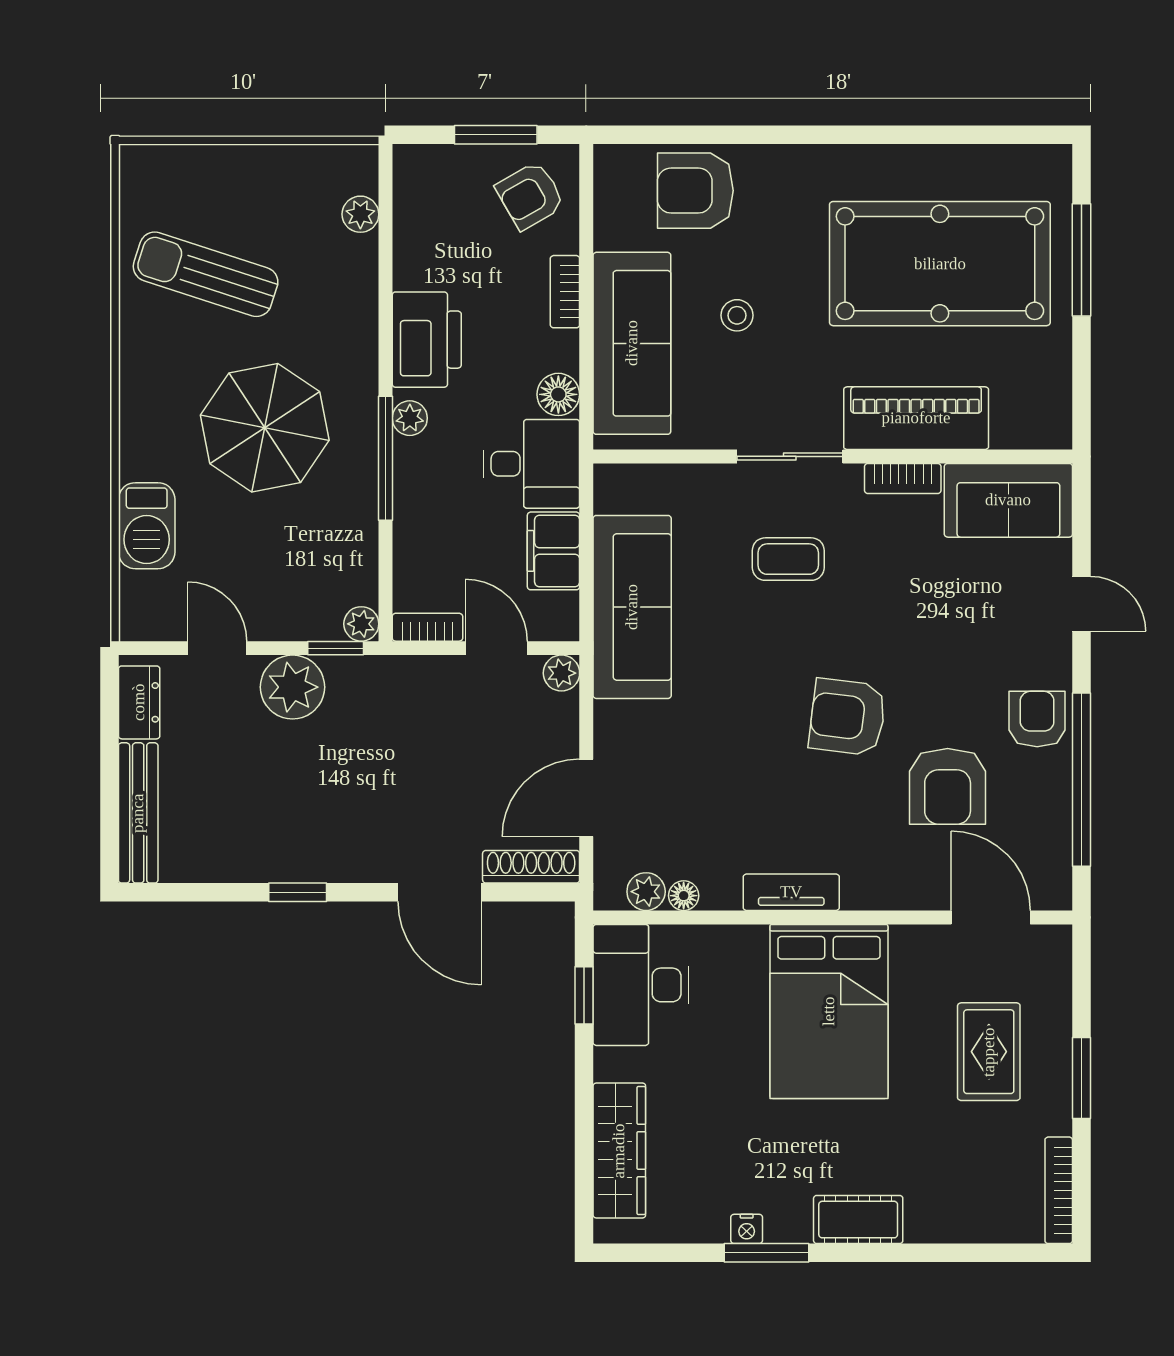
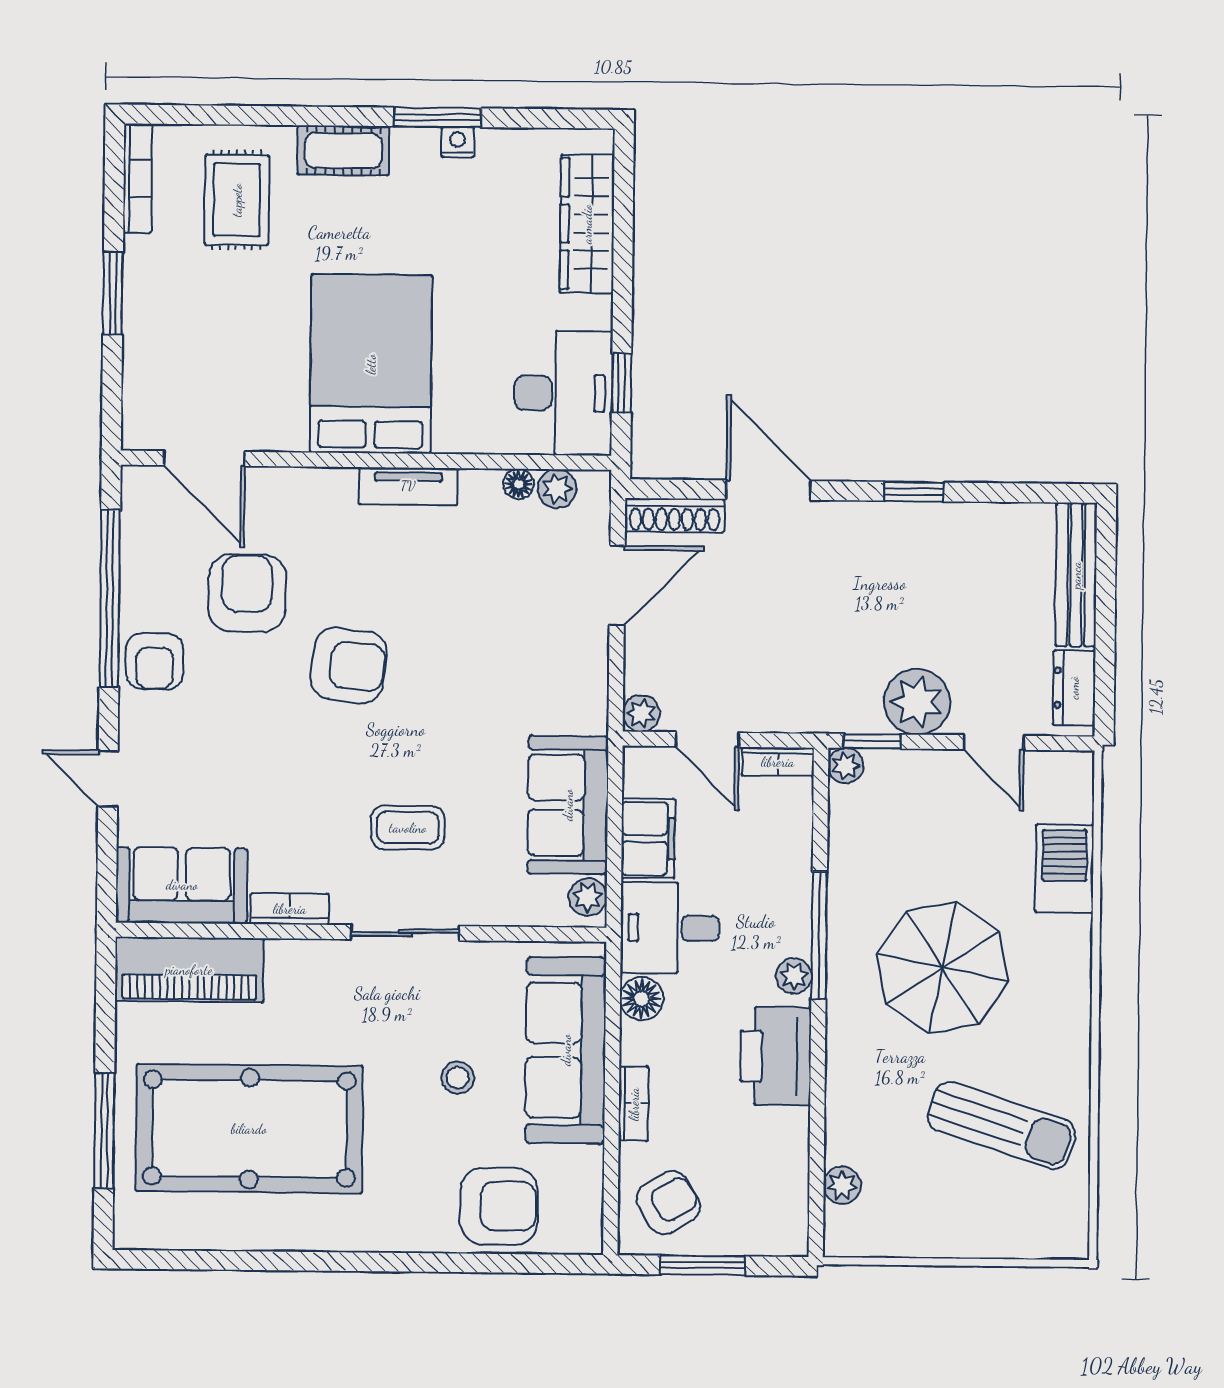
piano: (916, 418) -> (189, 970), moved
plant: (612, 493) -> (588, 897), added
sofa: (632, 607) -> (568, 805), width x0.73
rug: (989, 1052) -> (237, 200), moved

